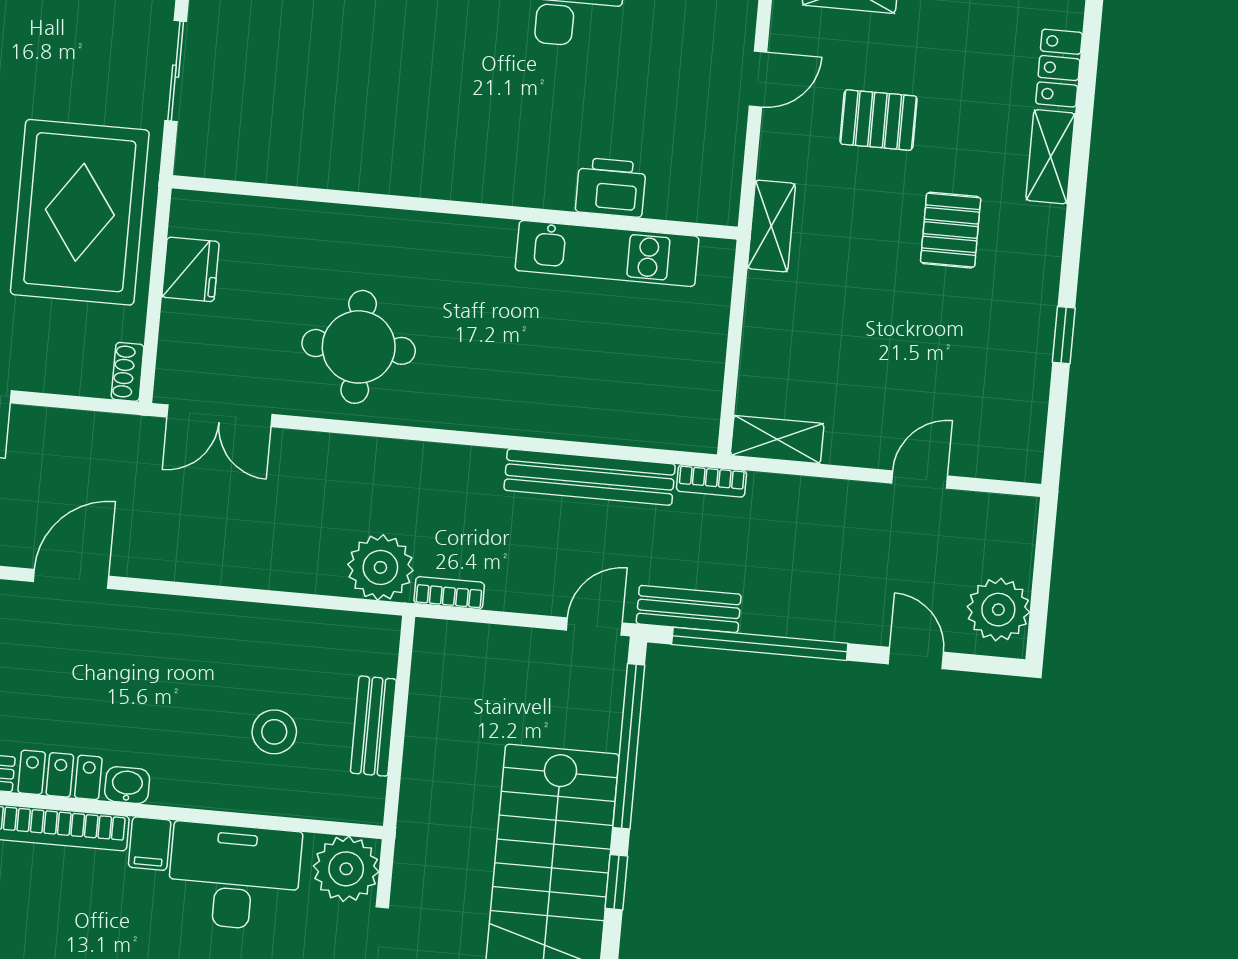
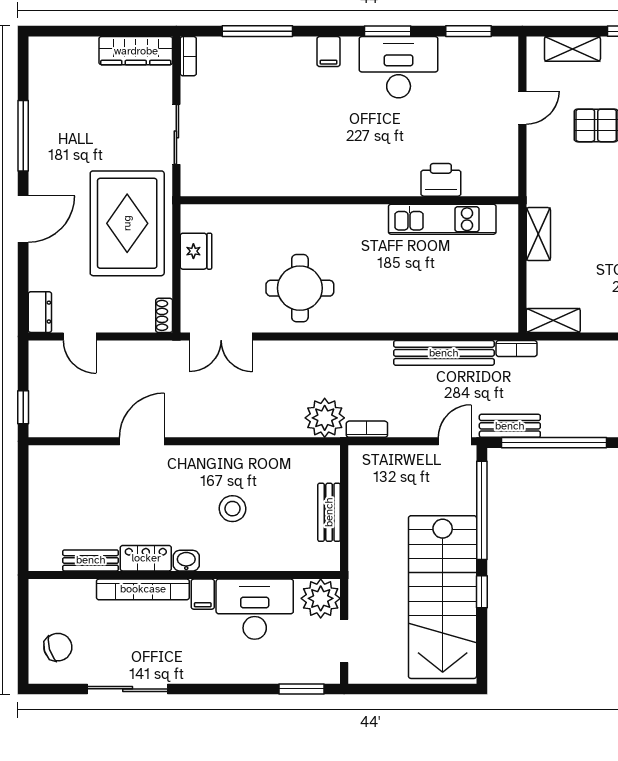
shelving: (771, 226) -> (538, 234), moved
stool: (274, 732) -> (232, 509), moved

